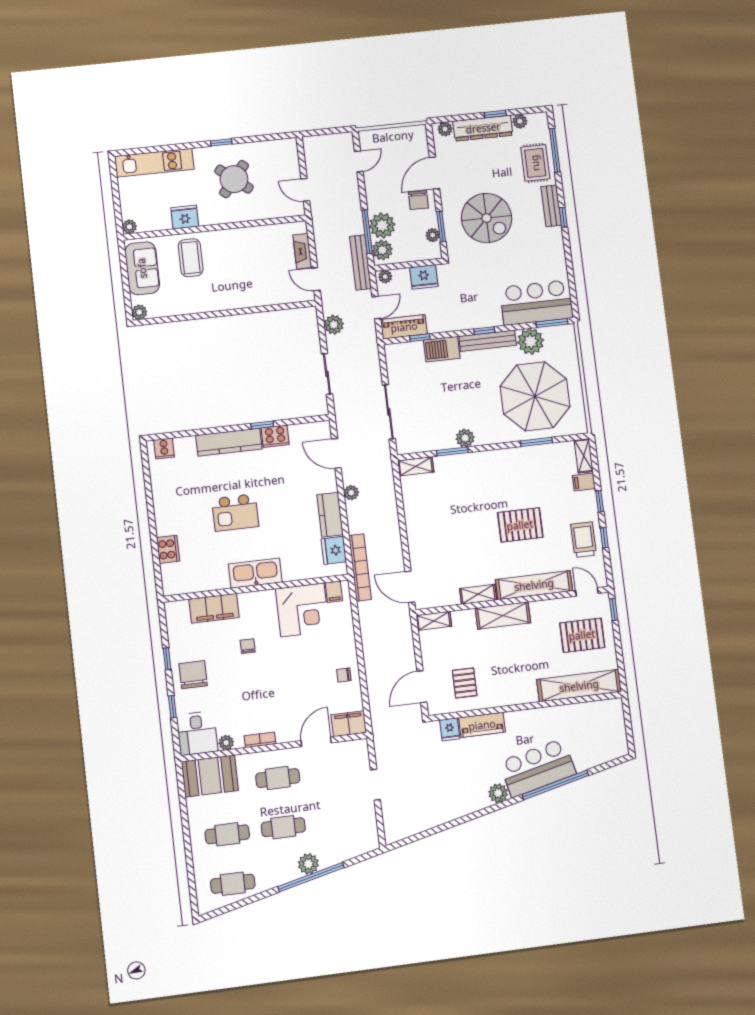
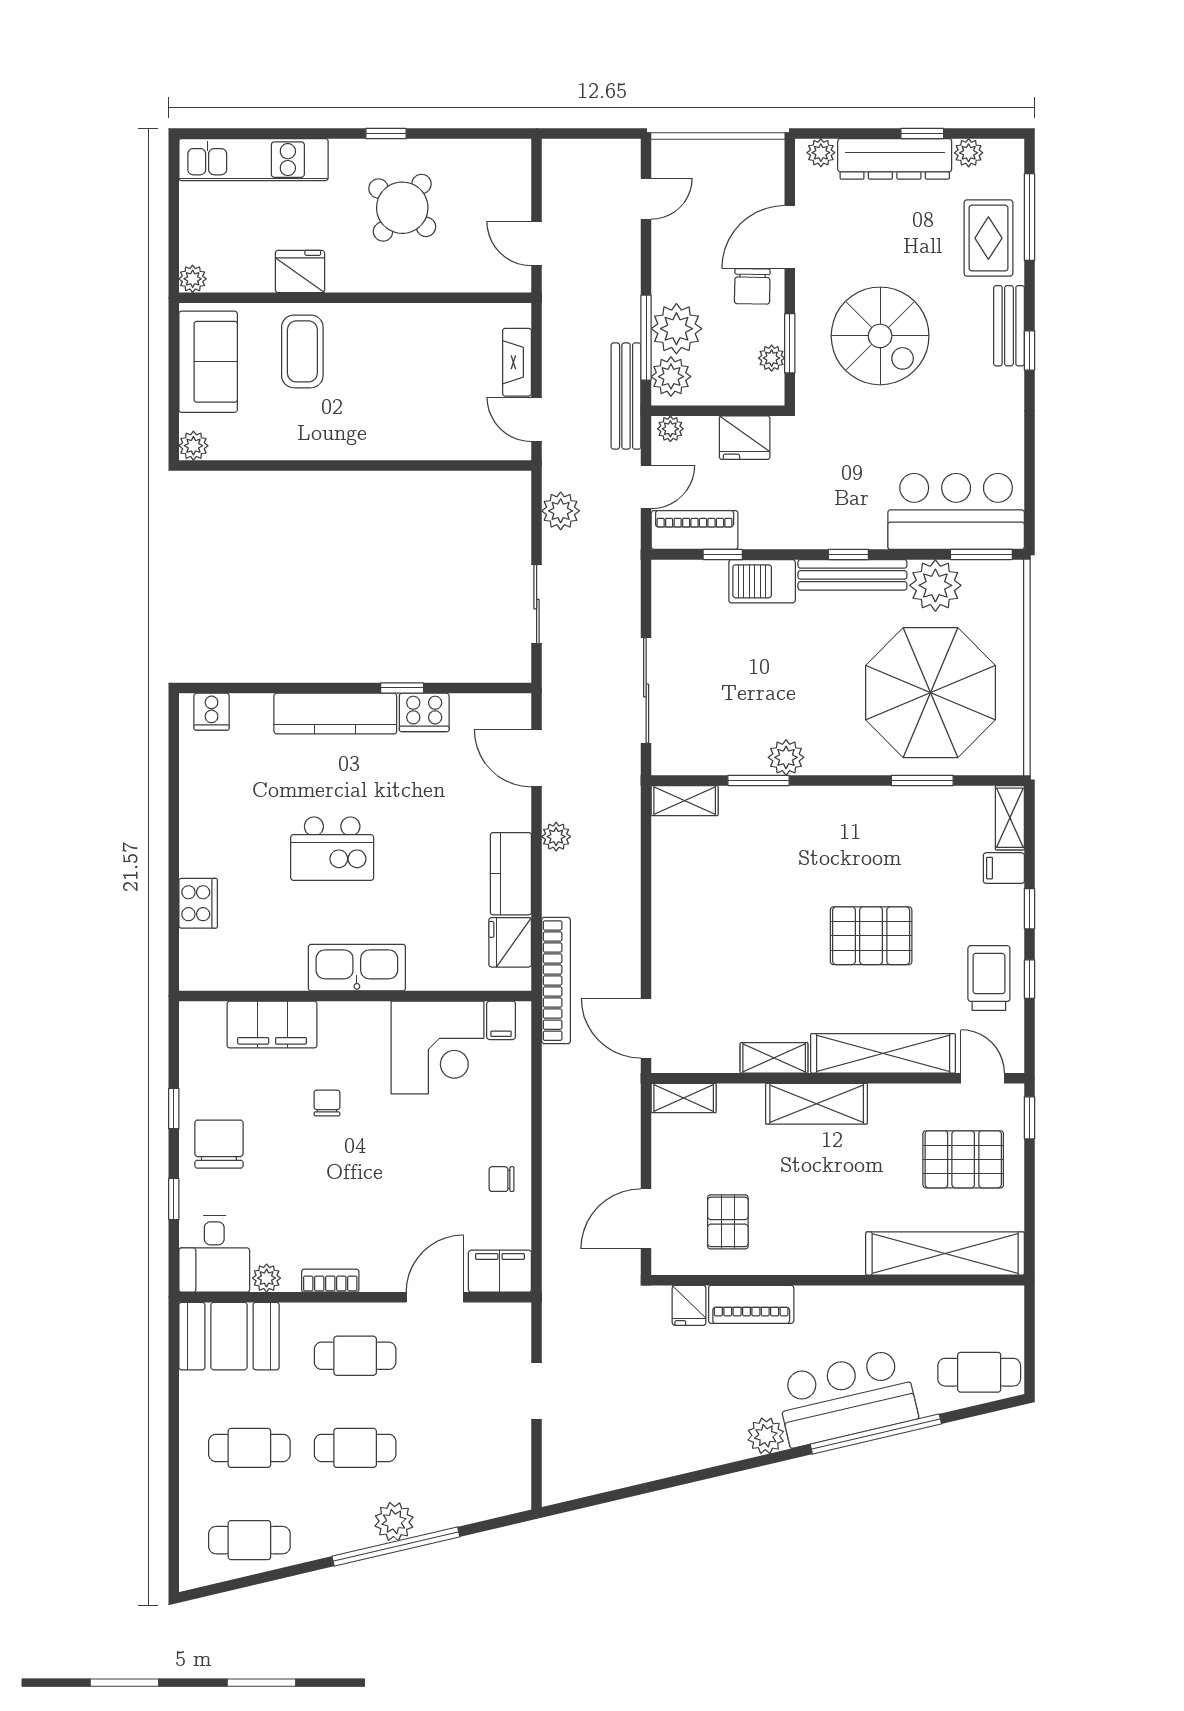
cafe table: (605, 746) -> (979, 1372), added

